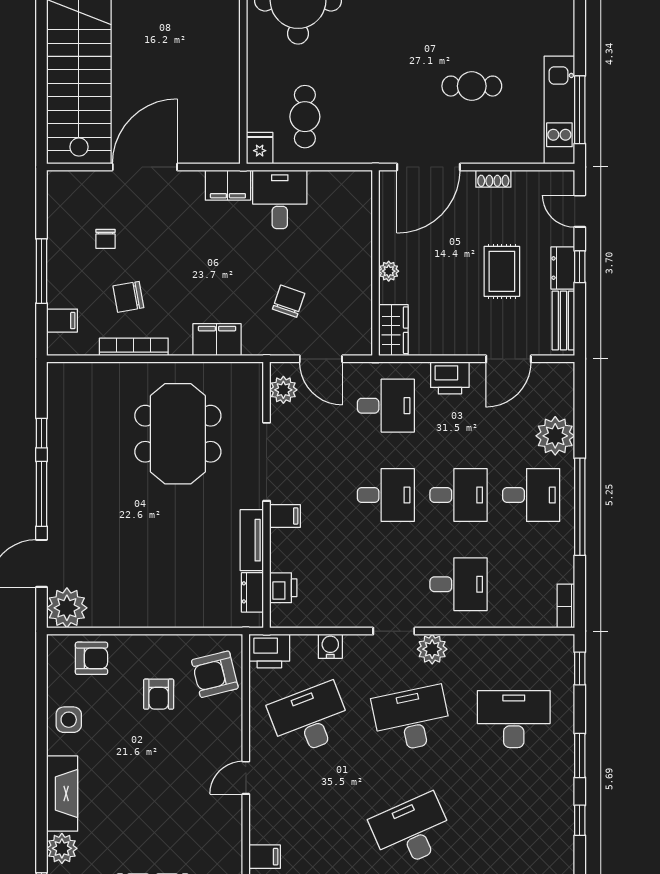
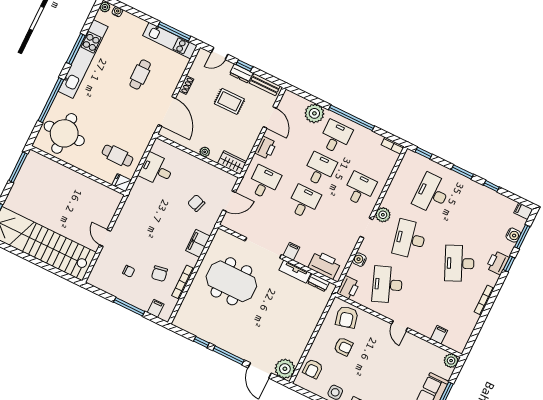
door: (145, 167) -> (105, 238), width x0.53
filing cabinet: (228, 185) -> (131, 205), removed
desk: (280, 199) -> (156, 170), moved
plant: (283, 390) -> (235, 225), removed
printer: (283, 588) -> (324, 265), width x1.87, depth x1.48
armchair: (91, 658) -> (313, 369), turned 180

